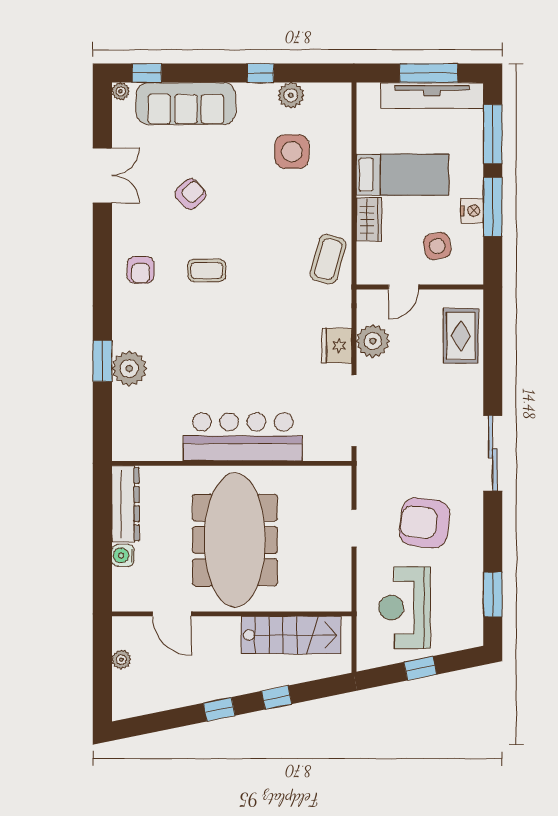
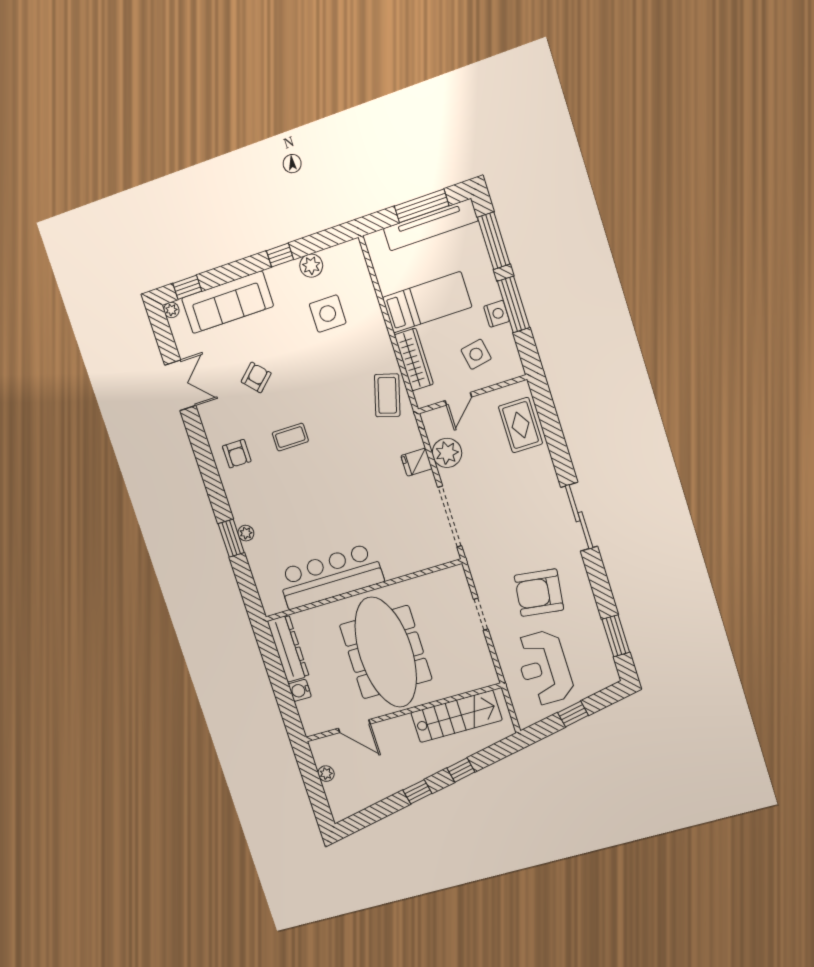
wardrobe: (369, 219) -> (414, 360), width x1.50
fridge: (337, 346) -> (417, 462), width x0.72
plant: (129, 368) -> (246, 533), width x0.53, depth x0.53
bar counter: (243, 437) -> (330, 576), moved

